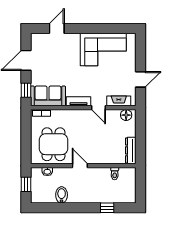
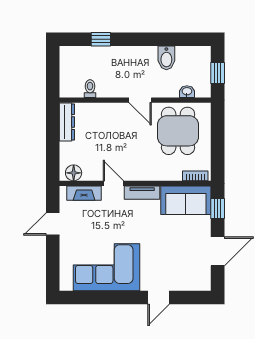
door: (57, 28) -> (159, 297), moved

